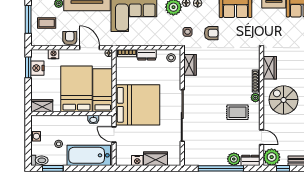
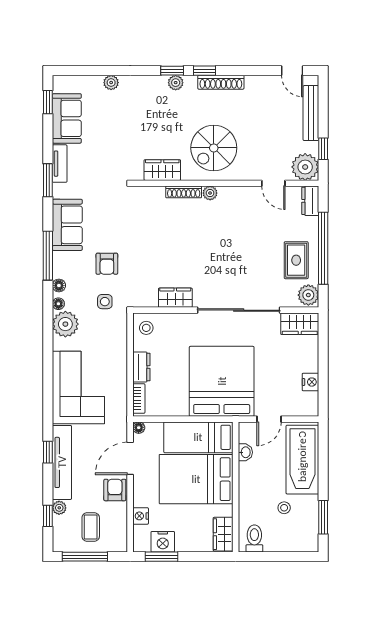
armchair: (211, 33) -> (107, 264), turned 180
armchair: (70, 38) -> (115, 490), turned 90
wardrobe: (190, 65) -> (175, 298), moved
rug: (238, 112) -> (296, 260), moved
washing machine: (36, 136) -> (272, 545), removed
door: (262, 137) -> (273, 183), swing flipped
wardrobe: (156, 159) -> (300, 324), moved, turned -90
plant: (234, 159) -> (308, 295), moved
toilet: (39, 160) -> (254, 539), moved

